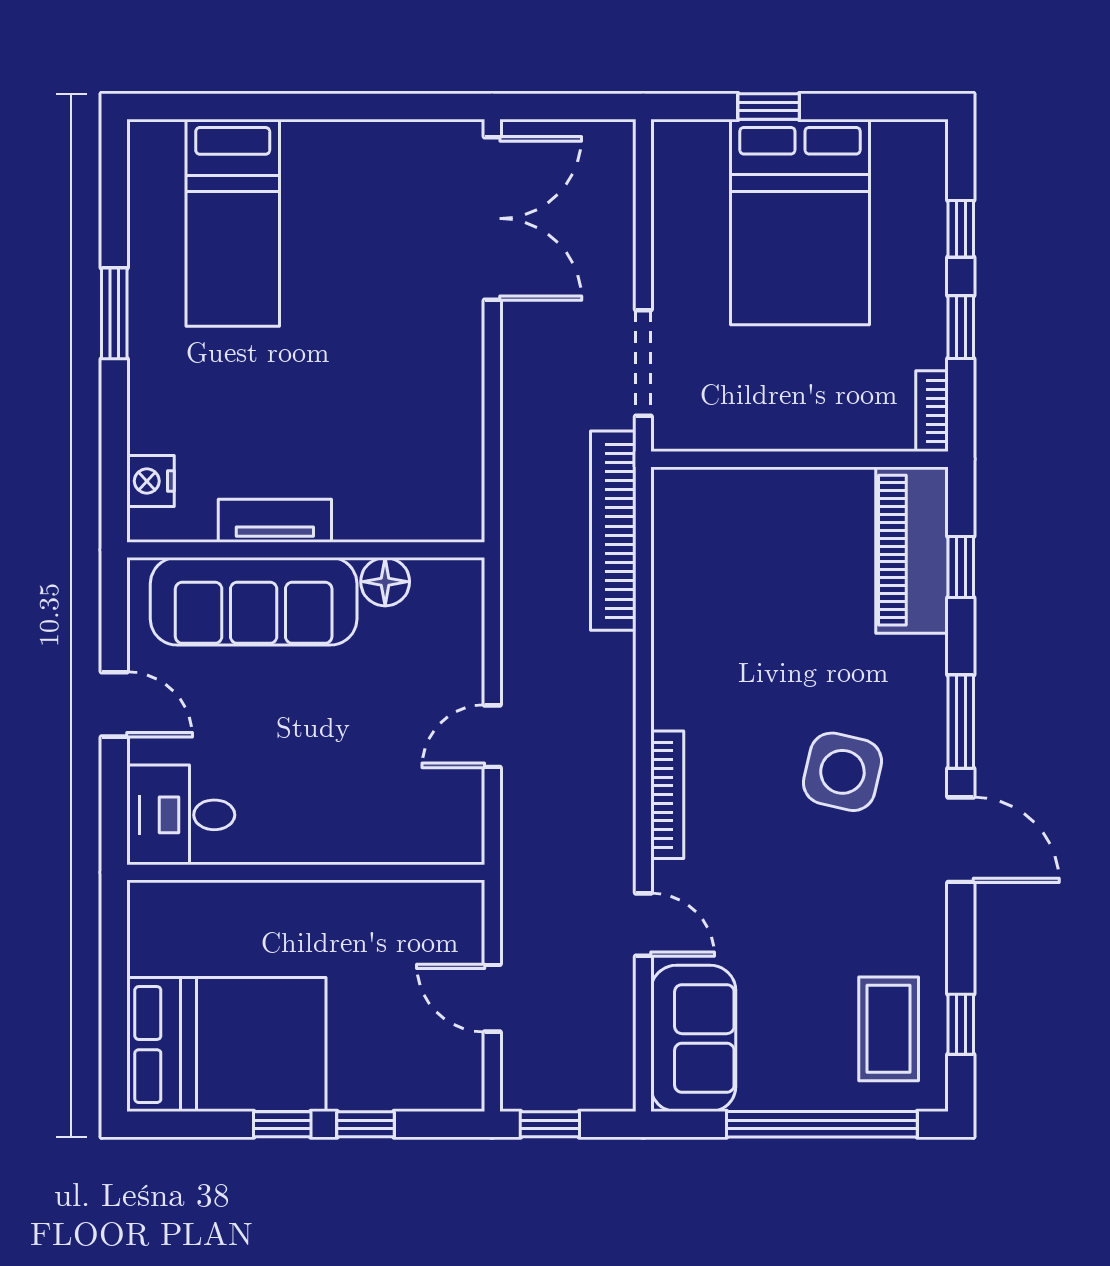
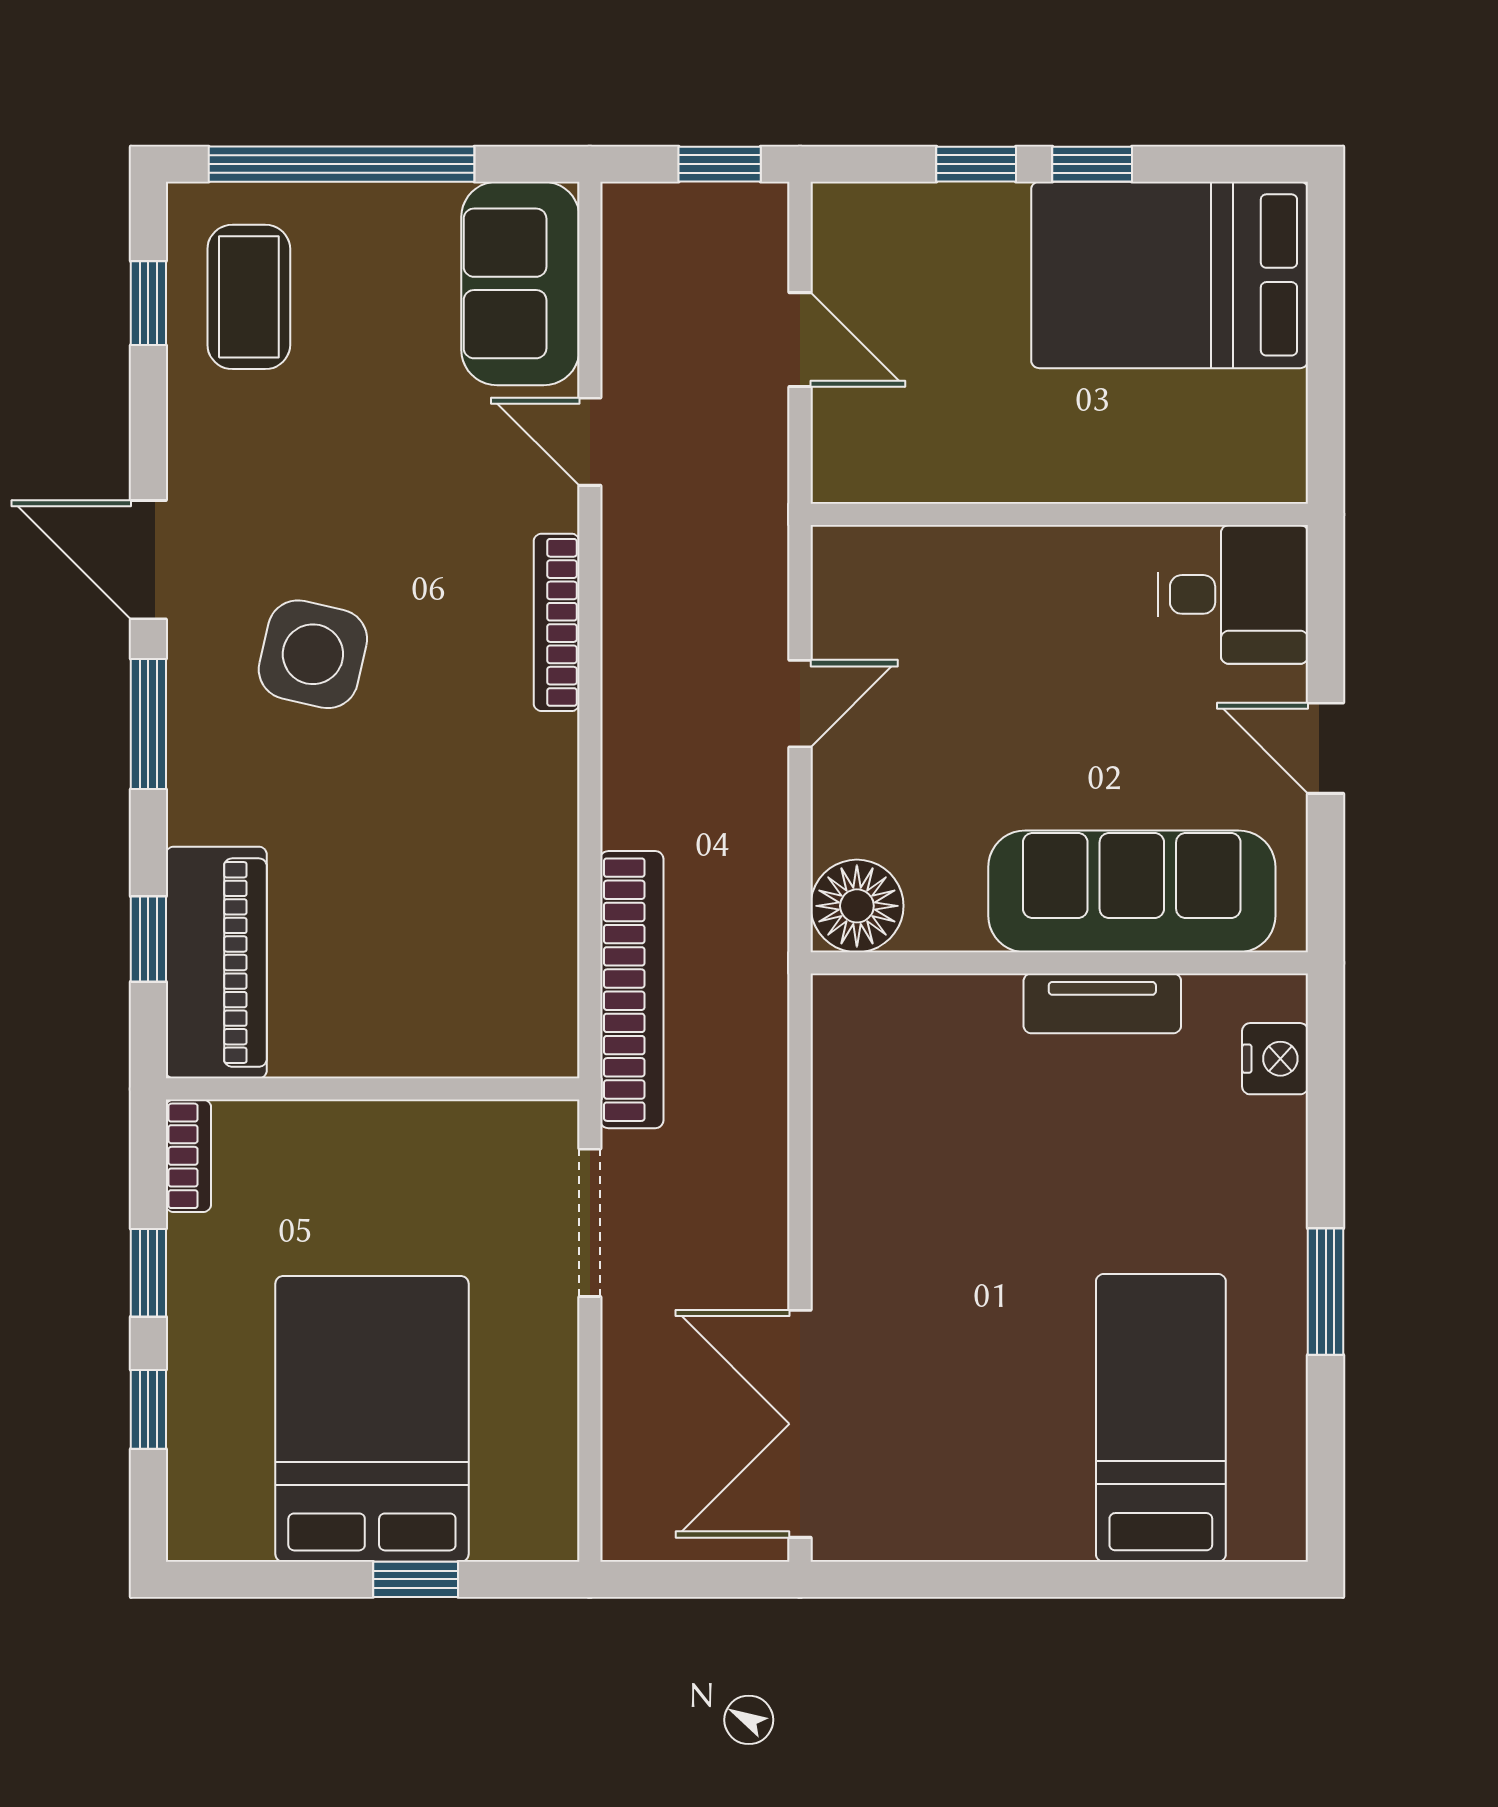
floor lamp: (385, 582) -> (857, 906), moved, width x1.38, depth x1.38

